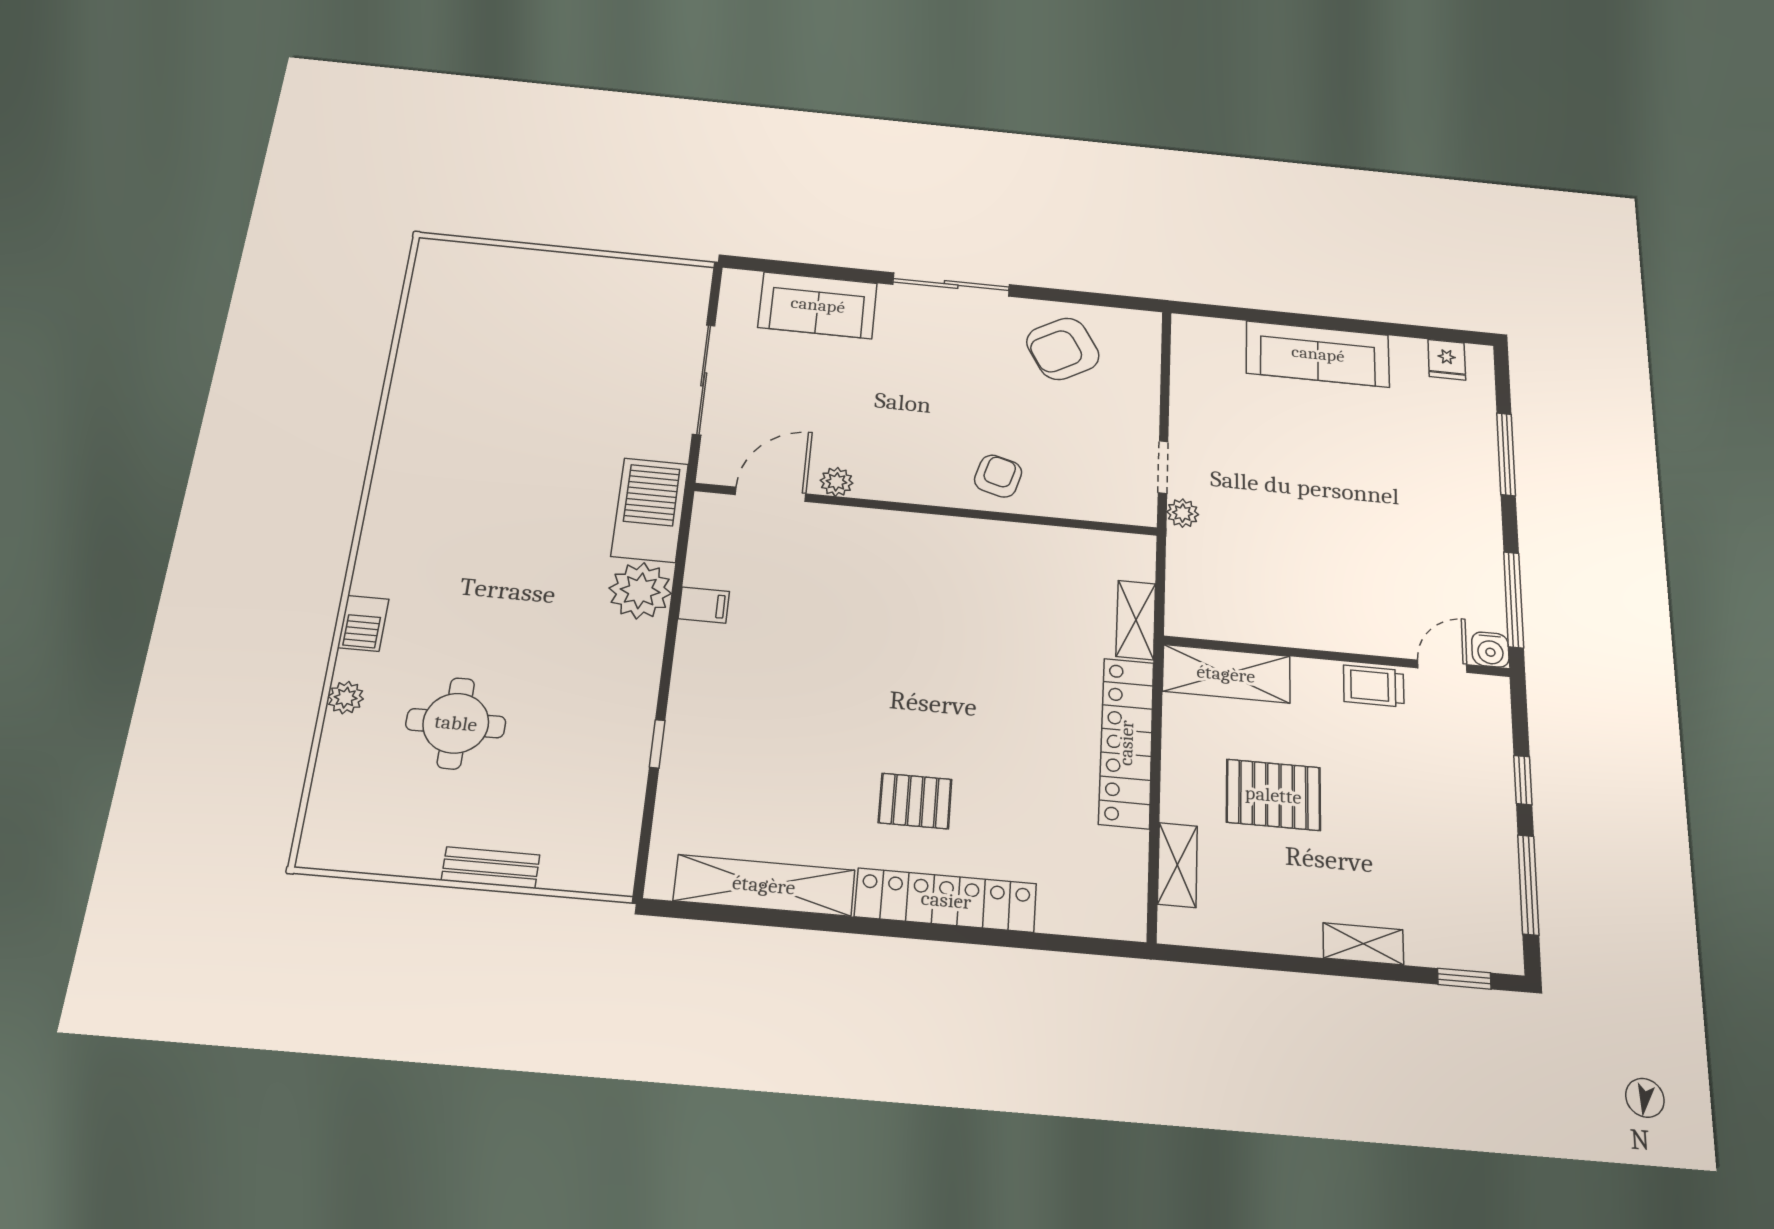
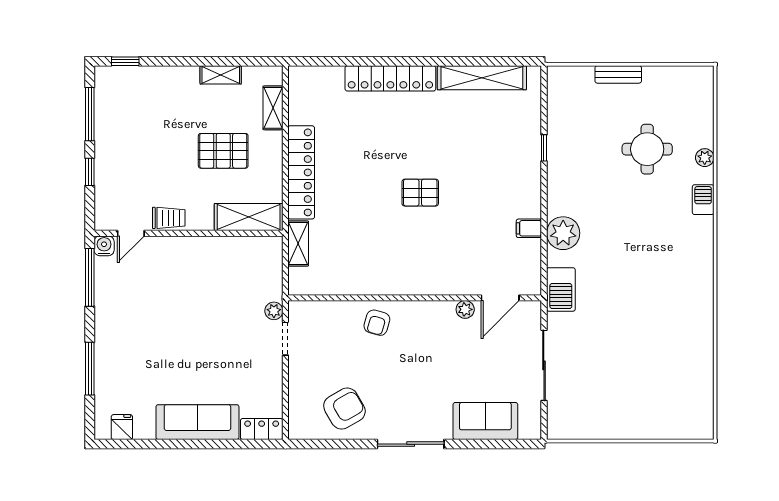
locker: (1207, 333) -> (262, 429), added
barbecue: (650, 510) -> (561, 289), width x0.73, depth x0.83
pallet: (915, 801) -> (420, 193), moved
shelving: (1363, 944) -> (221, 75), moved

